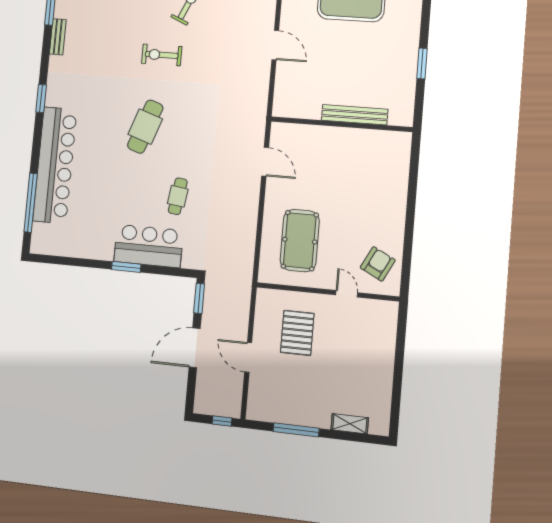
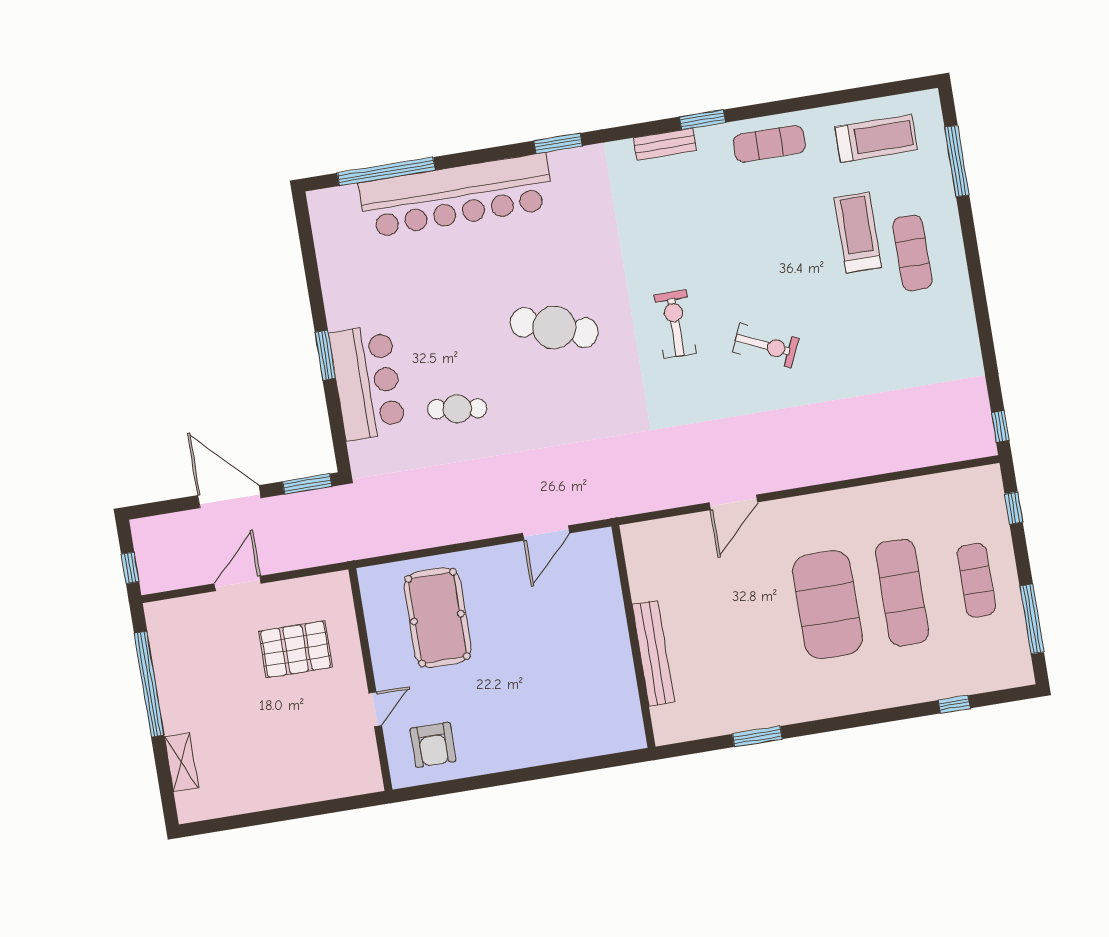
pool table: (300, 241) -> (438, 618), turned 90
armchair: (378, 264) -> (433, 745), turned 63
window: (296, 430) -> (149, 684), width x1.46

